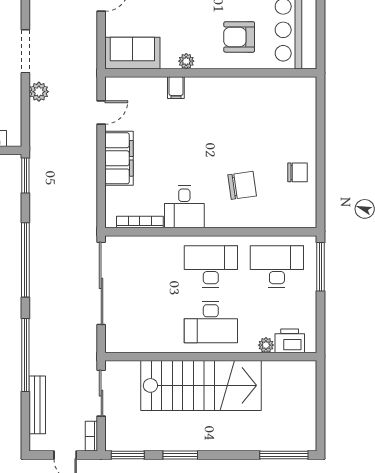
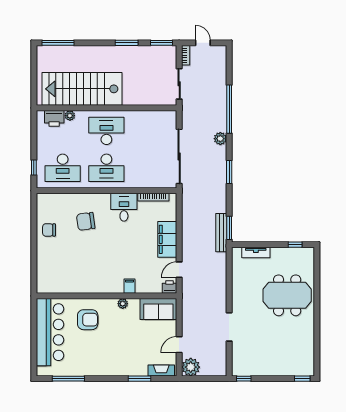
doorway: (25, 51) -> (229, 327), moved
printer: (116, 86) -> (170, 287), added
plant: (39, 92) -> (220, 139), moved
window: (25, 260) -> (229, 172), width x0.47
window: (321, 267) -> (34, 167), width x0.46
stairs: (201, 385) -> (82, 89), moved
bench: (37, 405) -> (221, 233), moved

